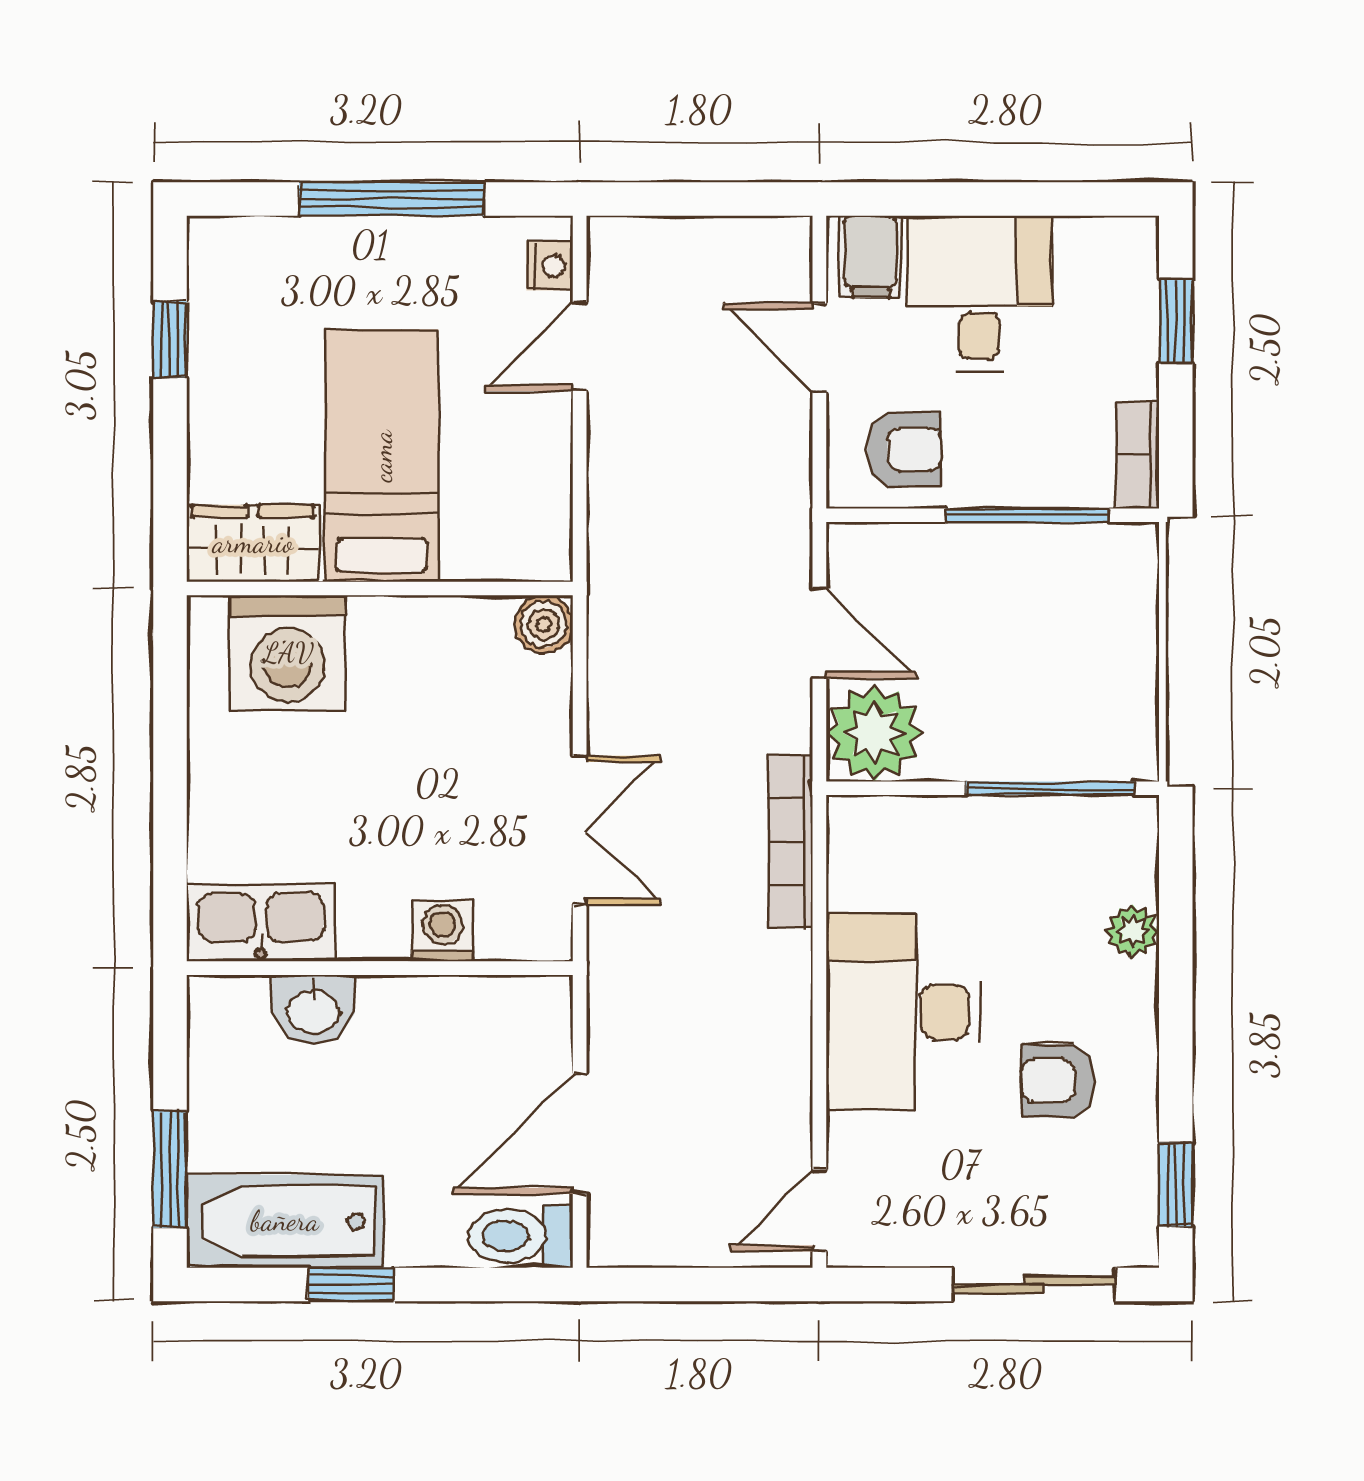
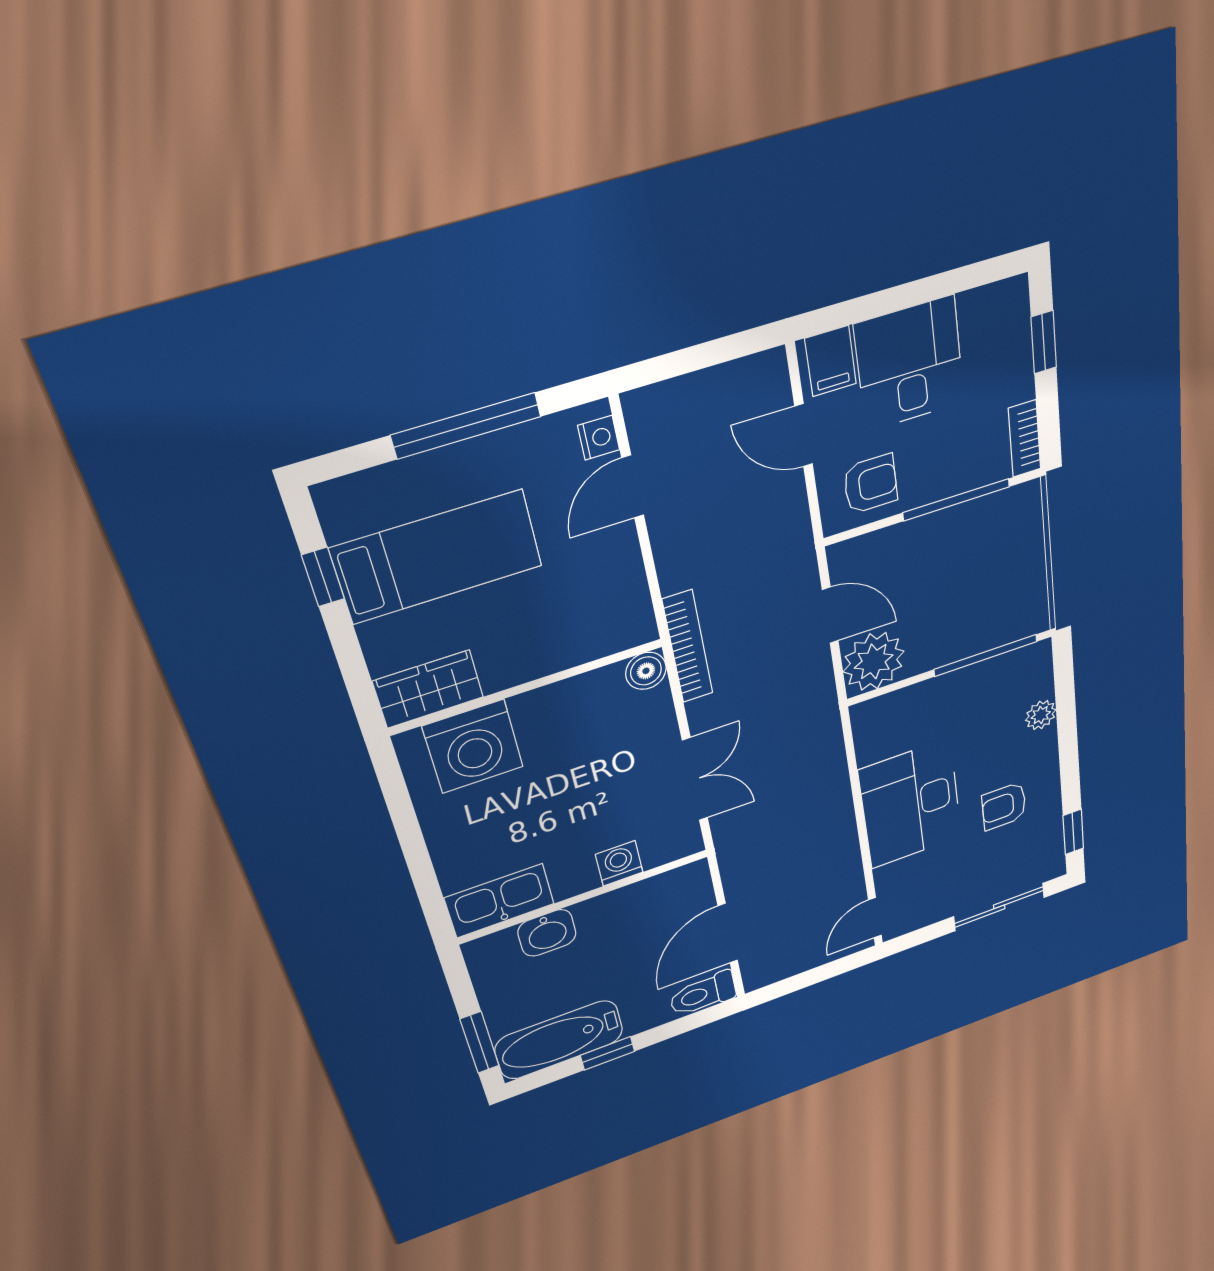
bed: (382, 456) -> (437, 557), moved, turned 90
bookcase: (791, 842) -> (688, 647), moved, turned 180

